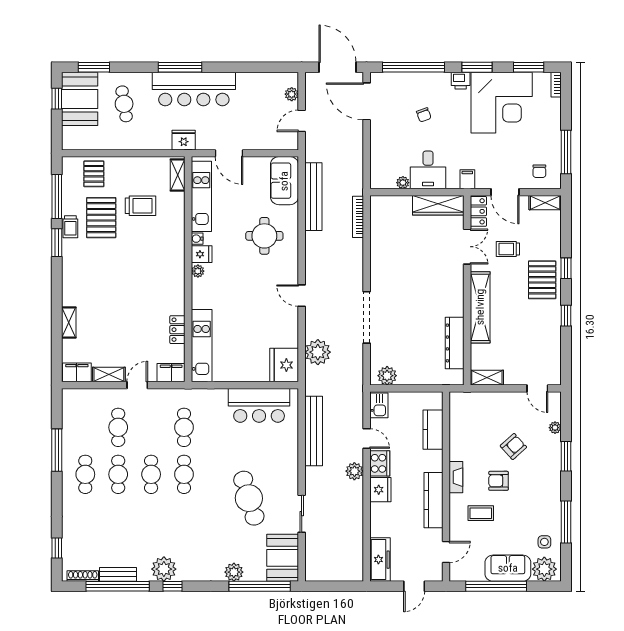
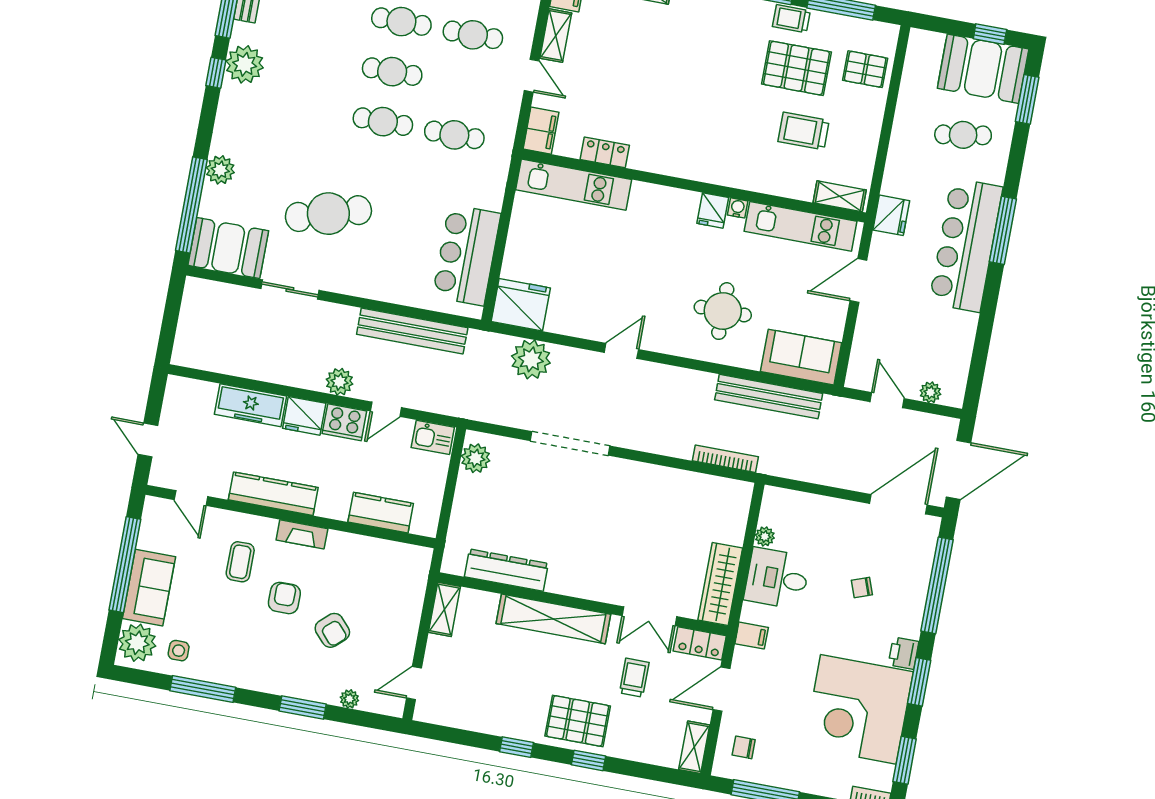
trolley: (140, 206) -> (804, 131), turned 90
plant: (198, 271) -> (688, 200), removed
freezer: (380, 560) -> (250, 405), moved

